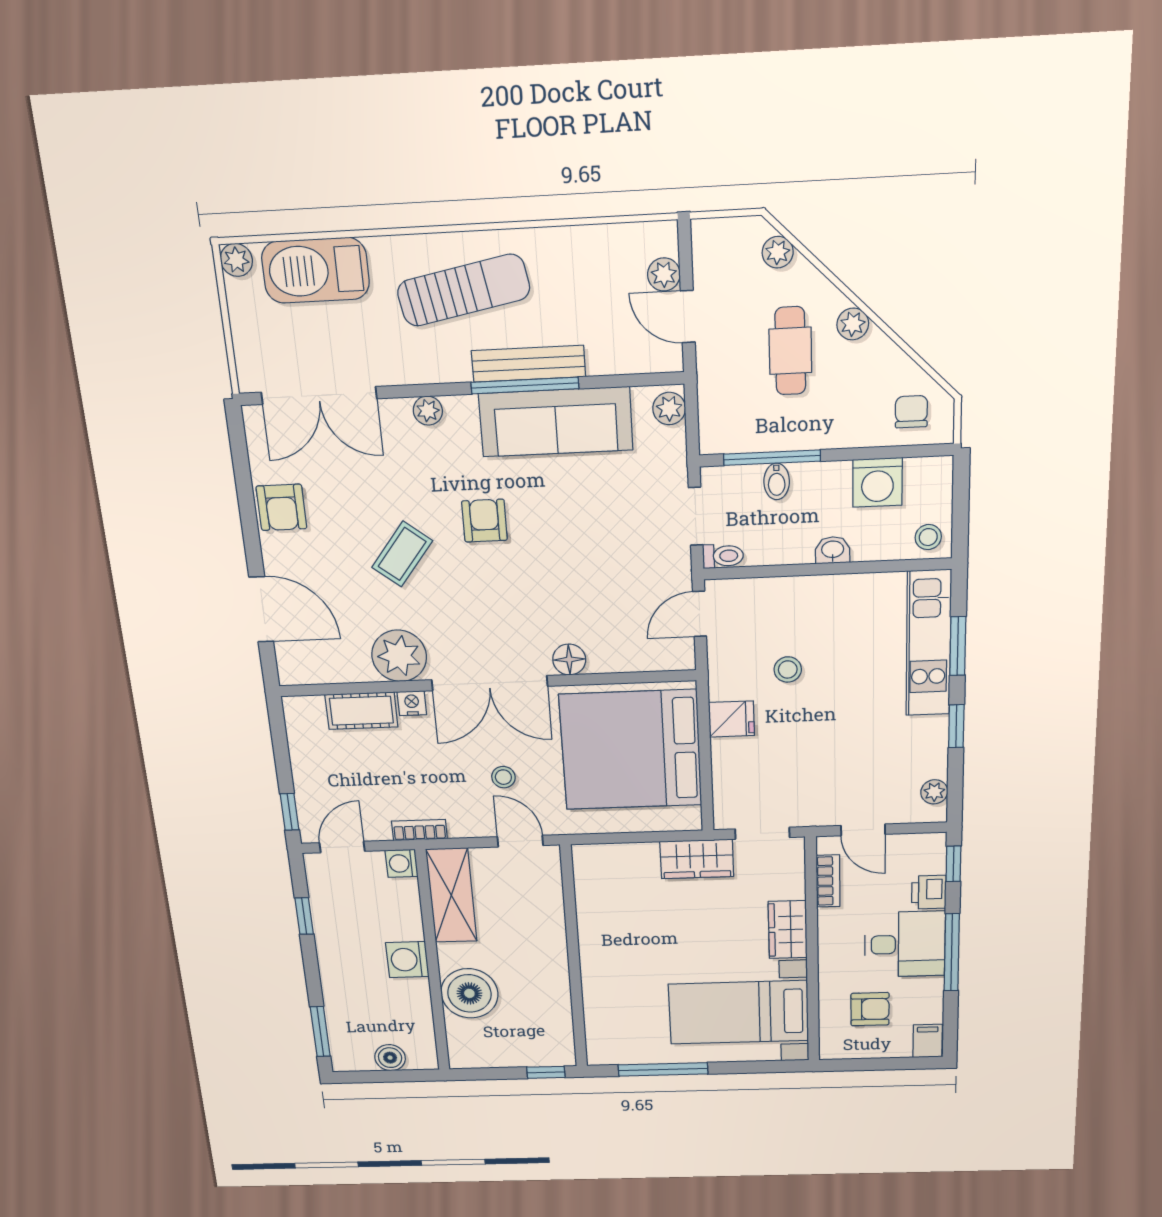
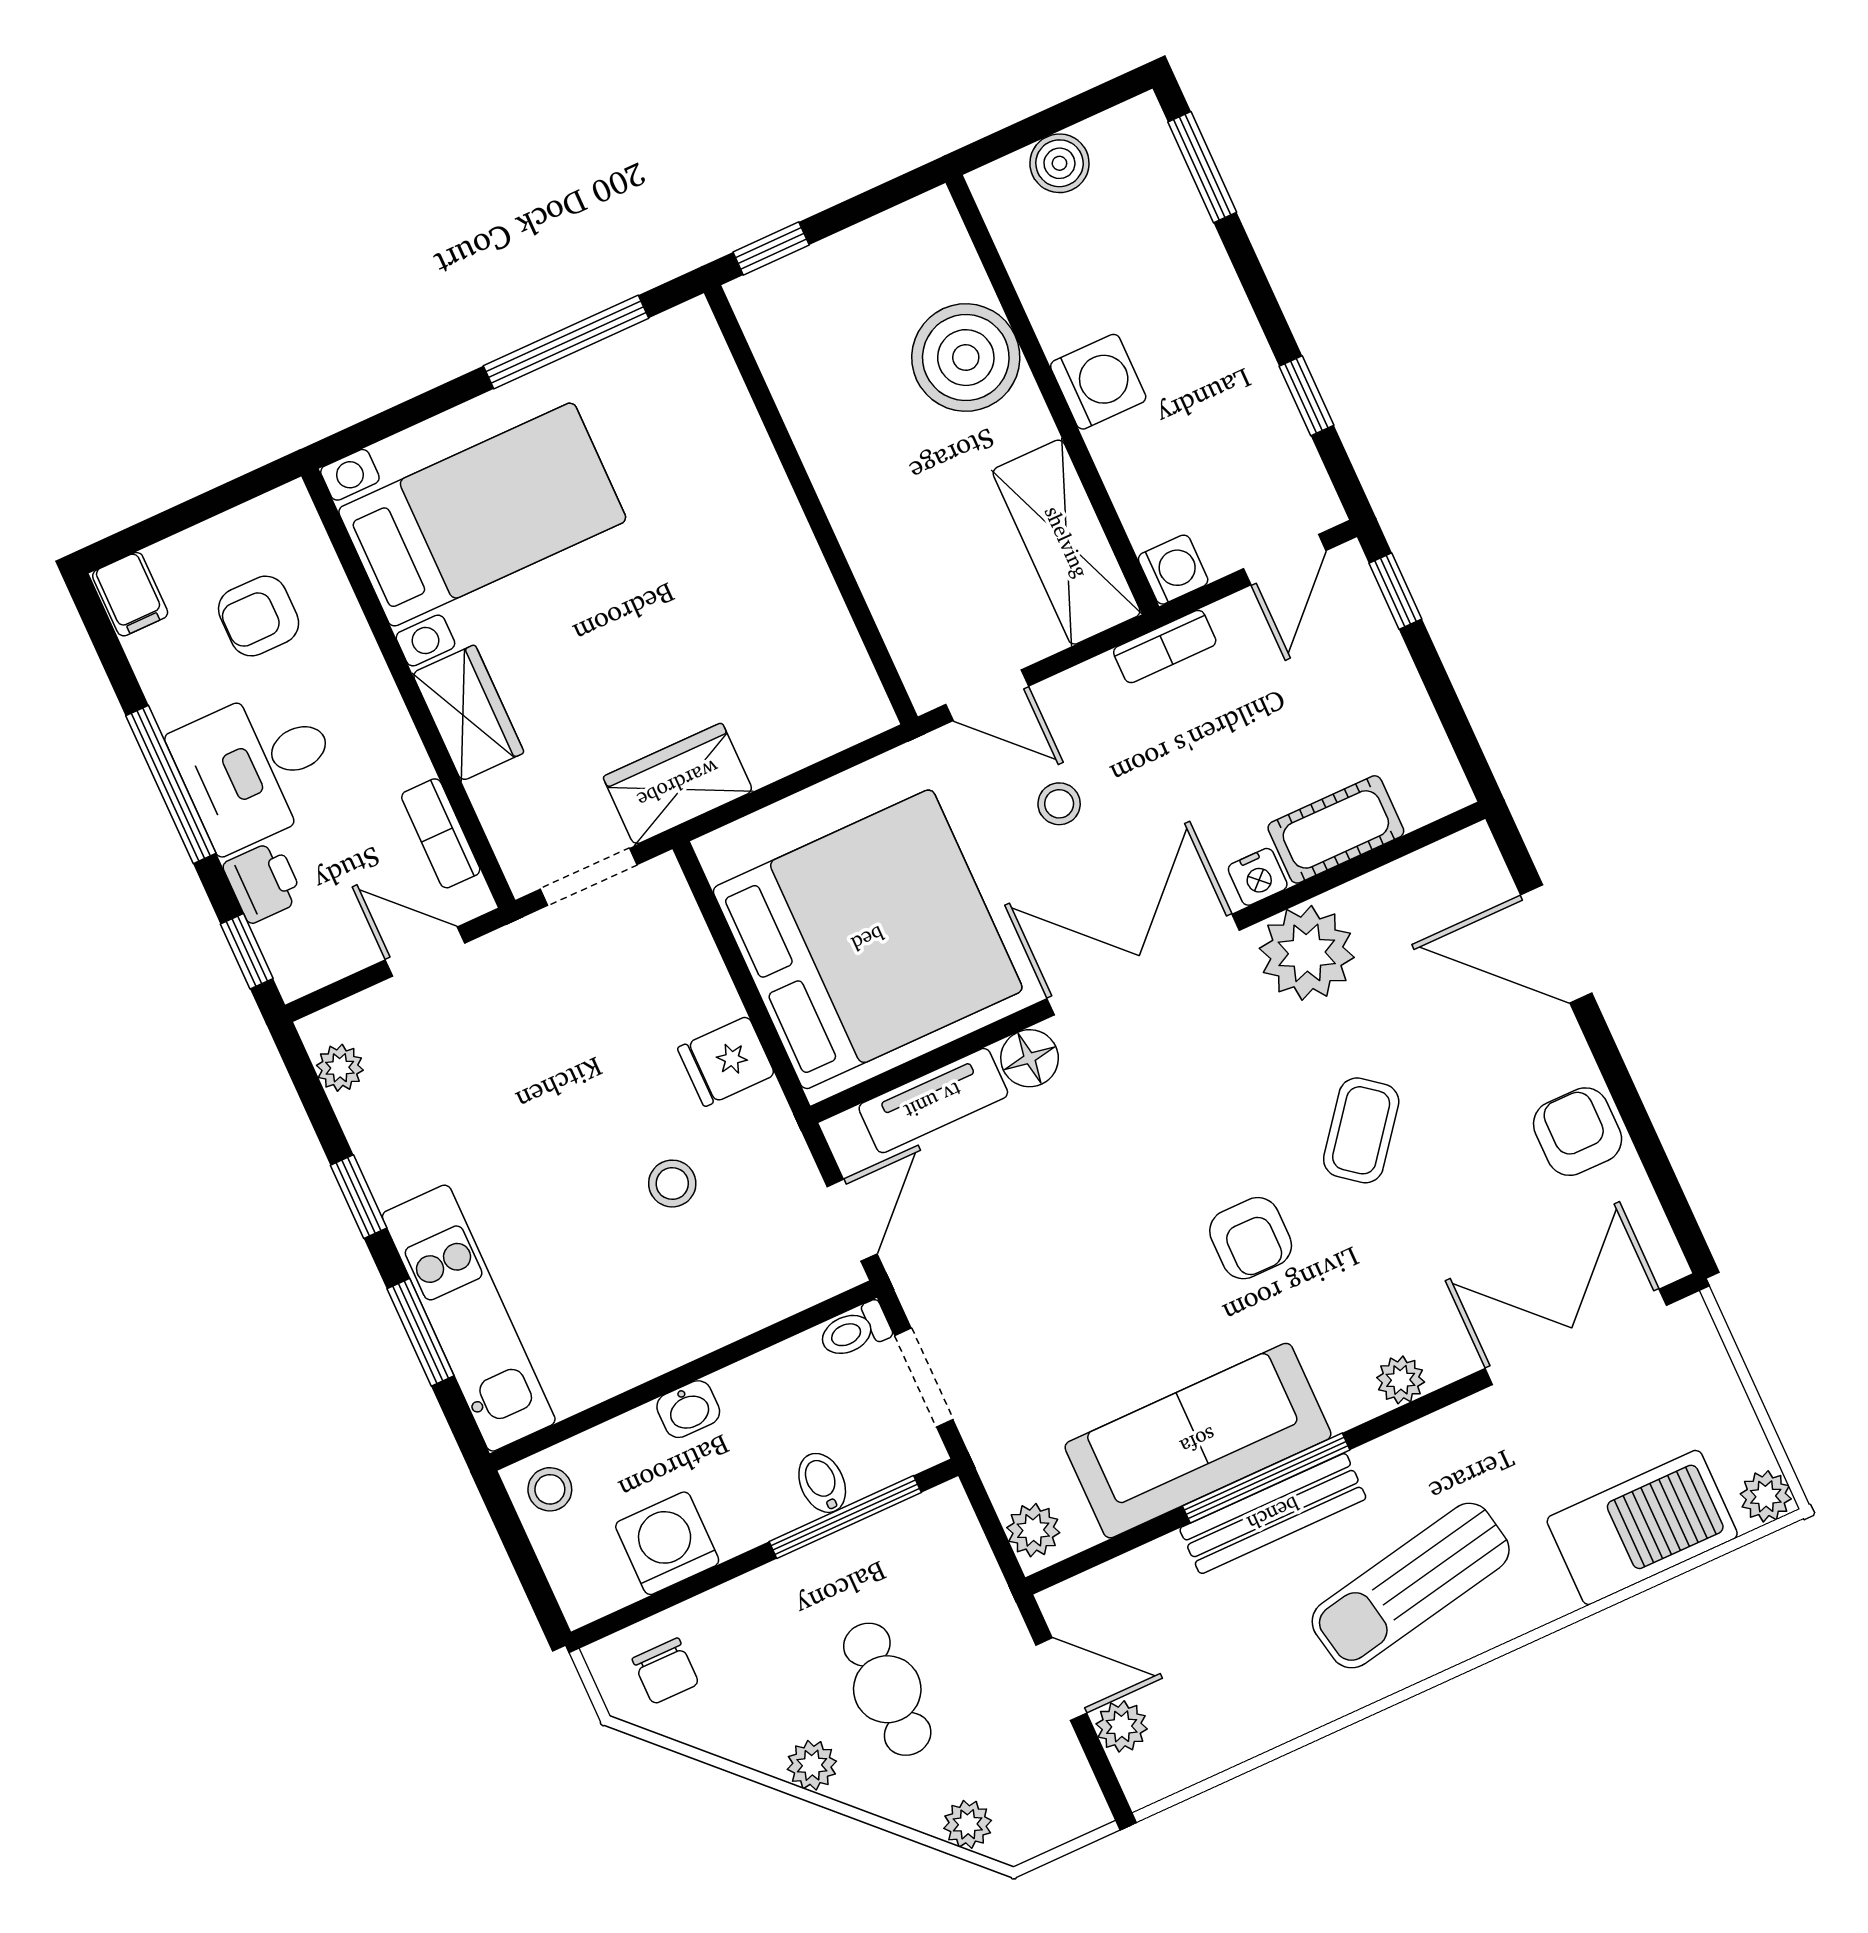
tv unit: (630, 658) -> (933, 1101), added

